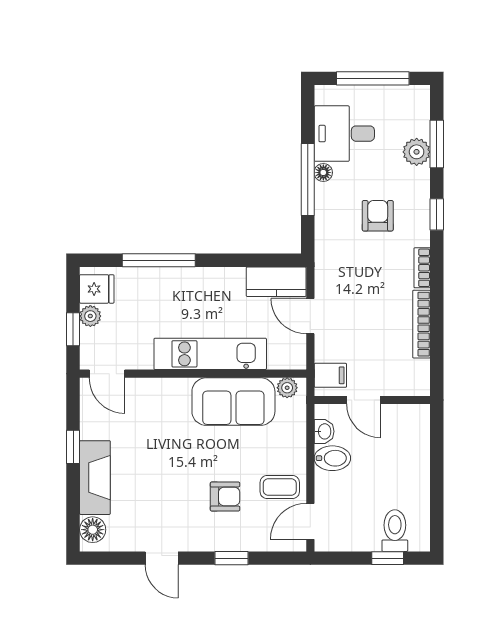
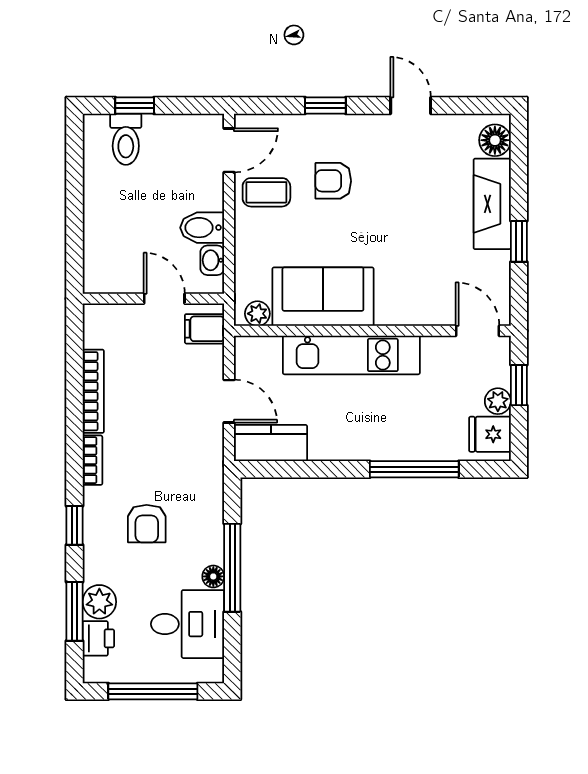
printer: (417, 122) -> (98, 638), added

